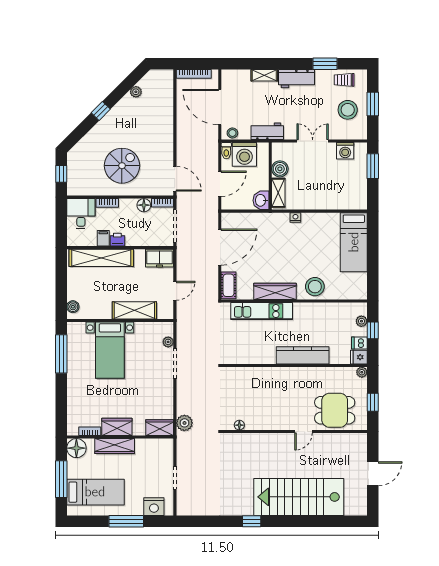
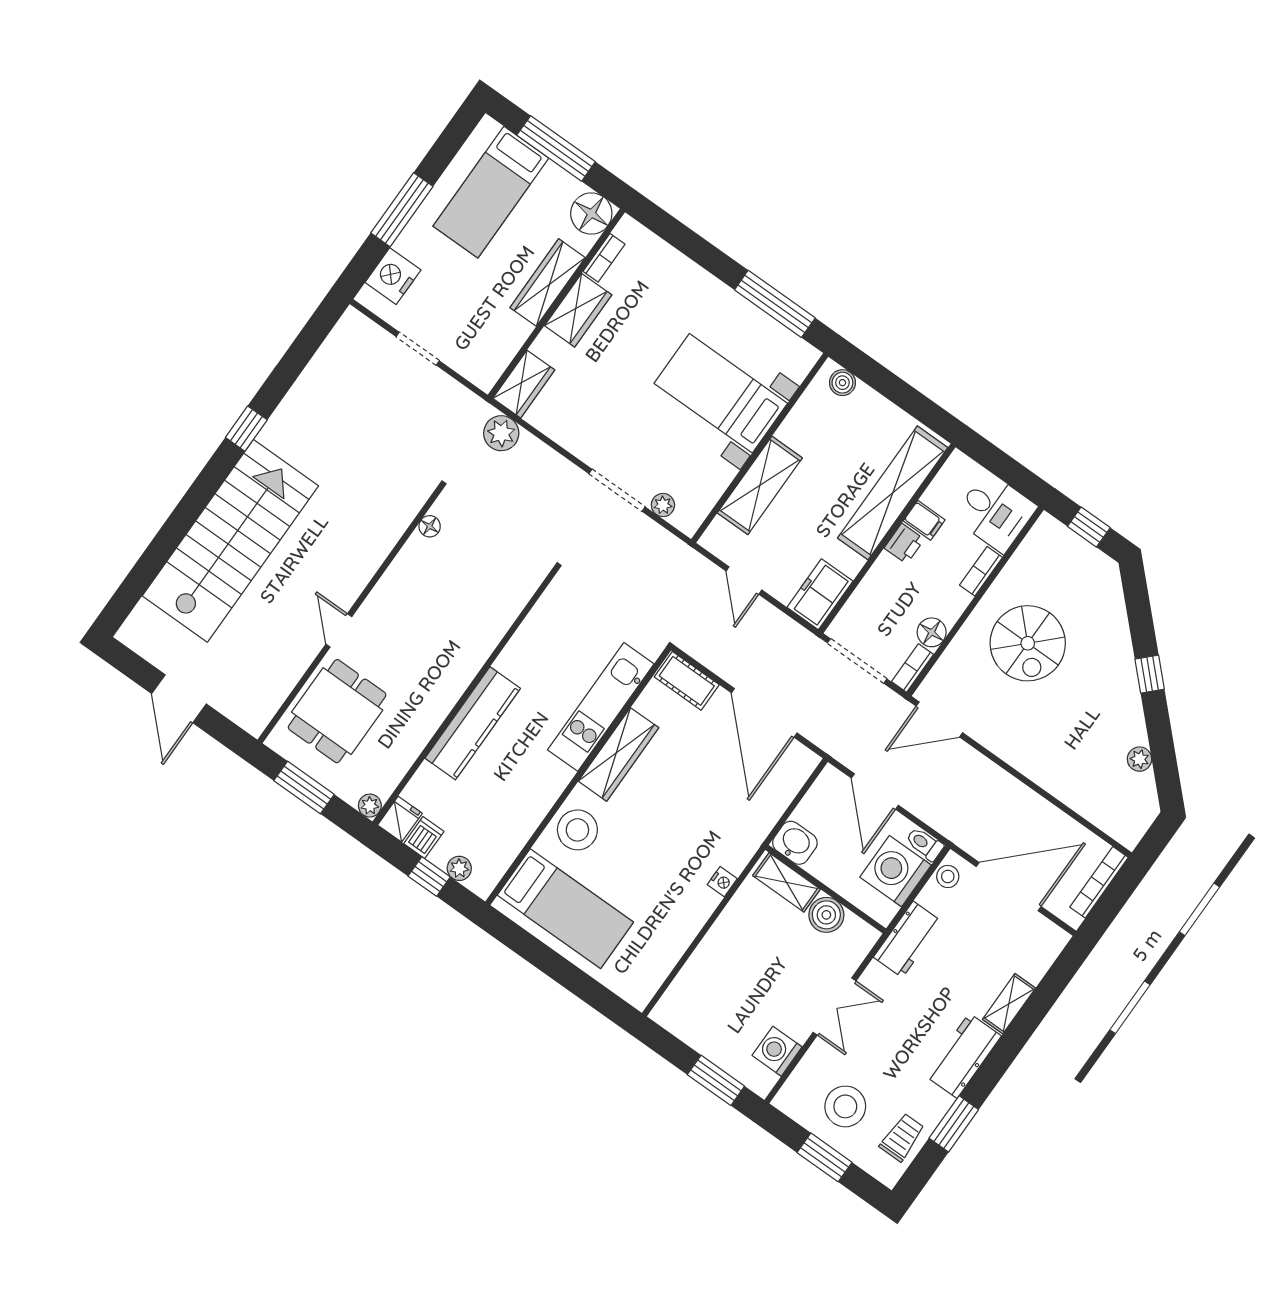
bed: (354, 242) -> (565, 909), moved, turned 180
window: (373, 402) -> (304, 788), width x1.50

